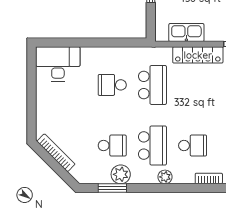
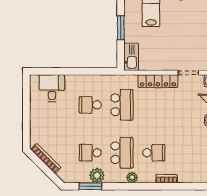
kitchen sink: (186, 33) -> (131, 57), moved, turned 90
desk: (58, 64) -> (52, 88), width x0.73
school desk: (112, 145) -> (90, 153), turned 180

